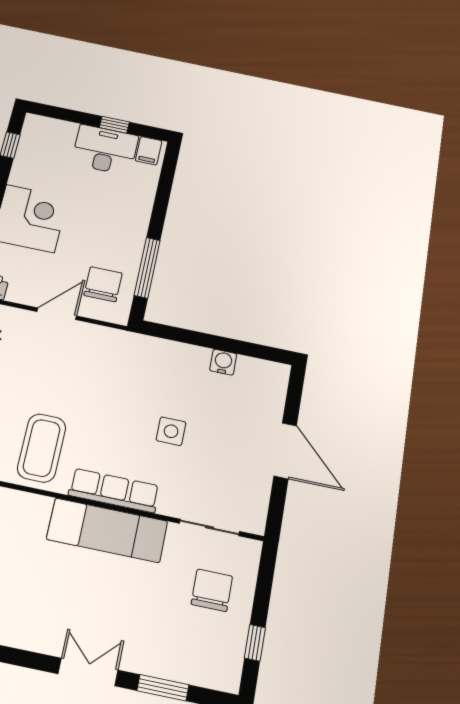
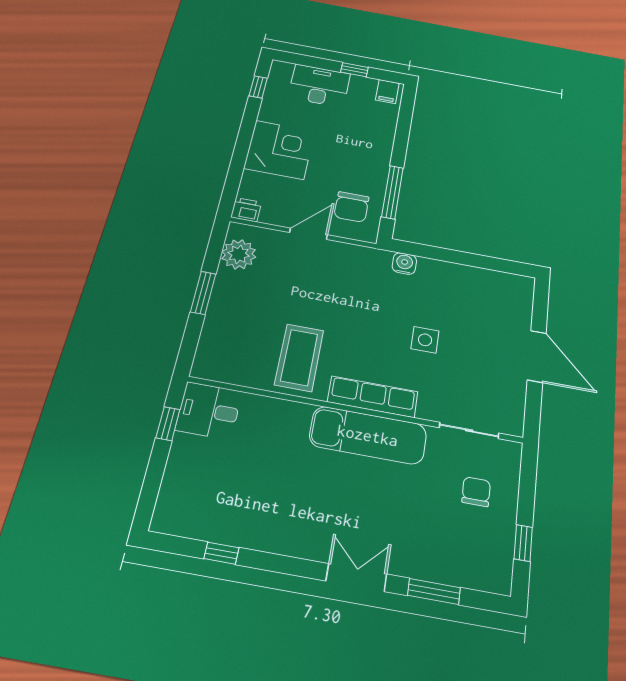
desk: (105, 150) -> (319, 86), moved
chair: (103, 284) -> (351, 207), turned 180
water cooler: (223, 362) -> (404, 264), moved
chair: (212, 590) -> (476, 492), width x0.73, depth x0.73

